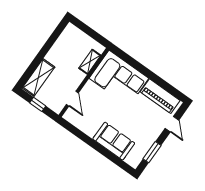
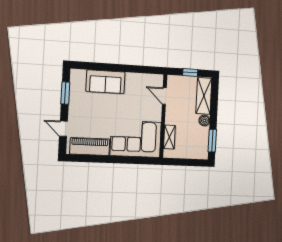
window: (55, 35) -> (212, 141), added
boiler: (51, 56) -> (204, 120), added

